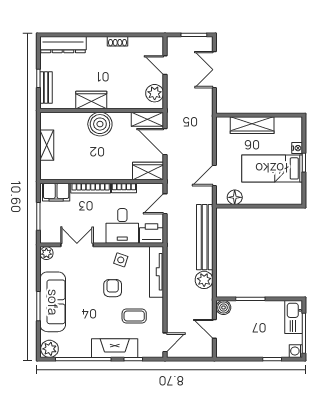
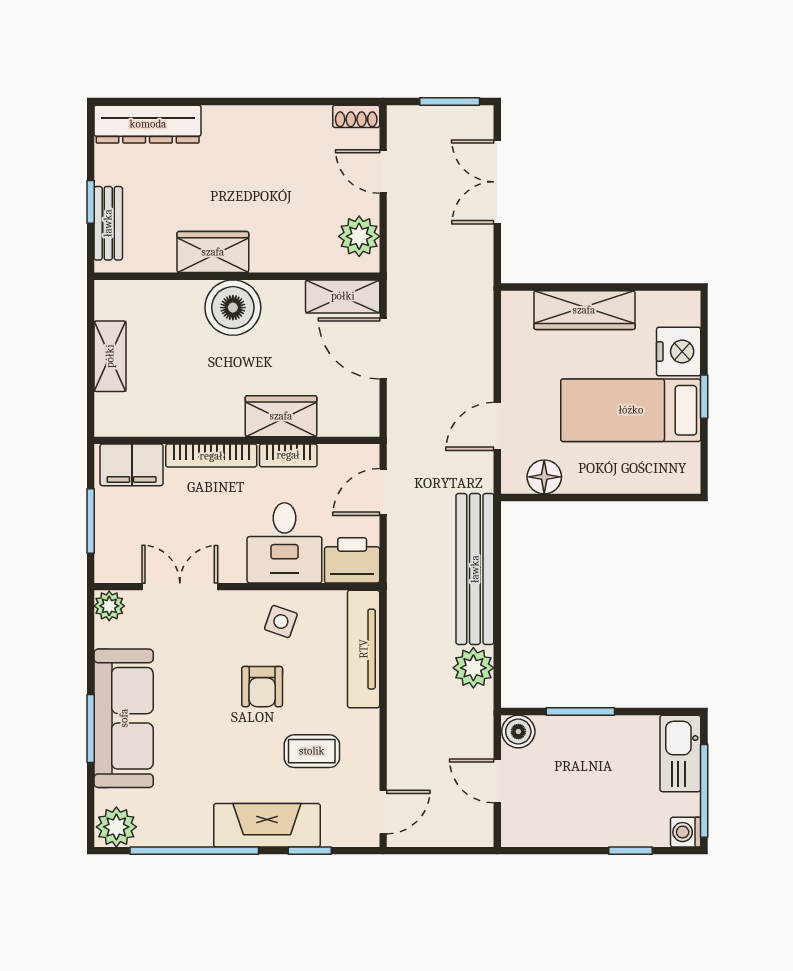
shoe rack: (118, 41) -> (356, 116), moved
nightstand: (297, 148) -> (679, 352), width x1.89, depth x1.79
wardrobe: (148, 171) -> (281, 416), moved
armchair: (113, 288) -> (262, 687), turned 180

